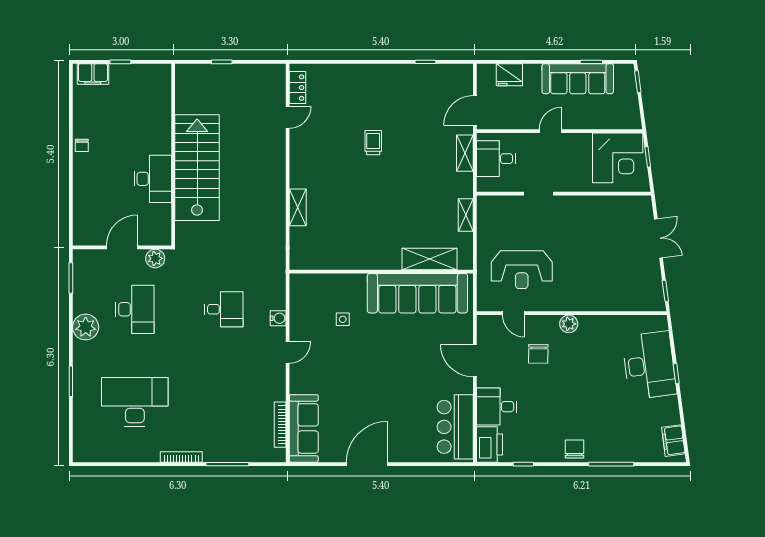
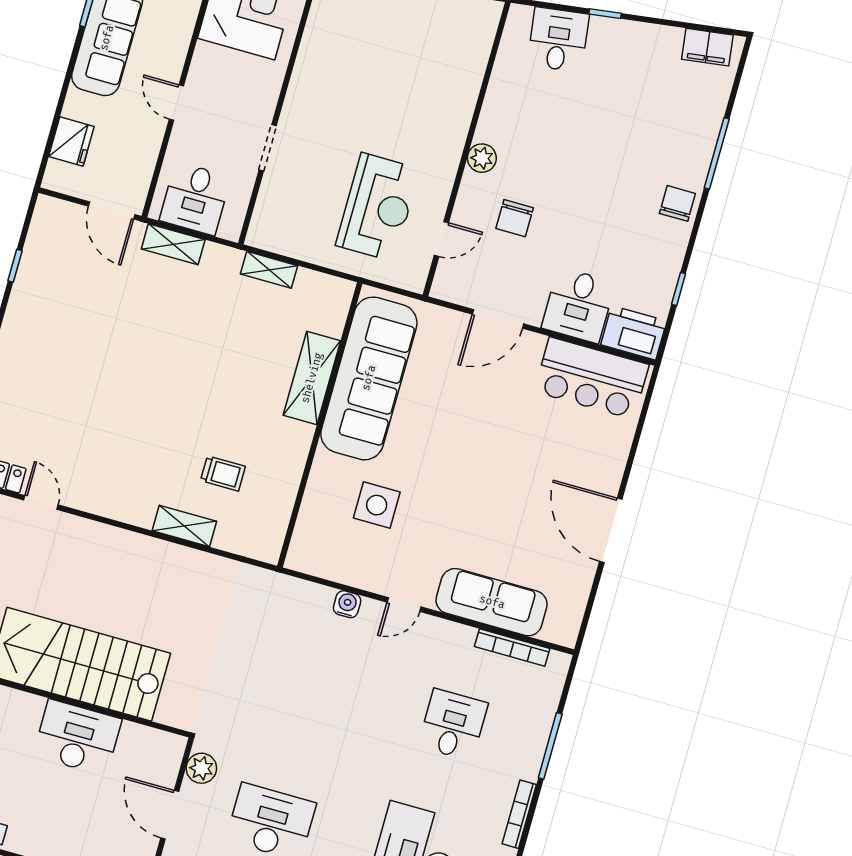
trolley: (373, 143) -> (223, 473), moved, turned 180
shelving: (430, 259) -> (312, 378), moved
desk: (224, 309) -> (453, 725), moved
side table: (343, 319) -> (377, 505), width x1.87, depth x1.87
door: (288, 353) -> (404, 605), swing flipped
chair: (538, 354) -> (515, 218), turned 89
desk: (649, 365) -> (558, 40), width x0.53, depth x0.77
sofa: (304, 428) -> (492, 602), moved
chair: (575, 449) -> (677, 203), turned 90

